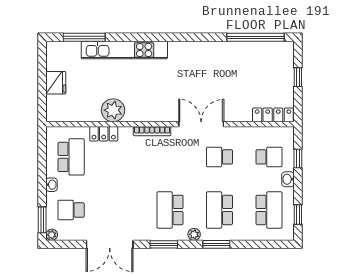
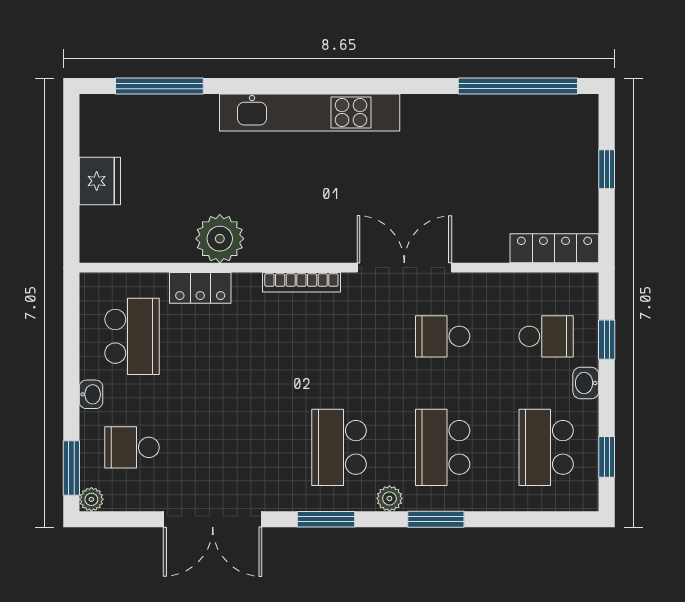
kitchen unit: (124, 50) -> (310, 113), moved
school desk: (269, 210) -> (546, 447), turned 180

